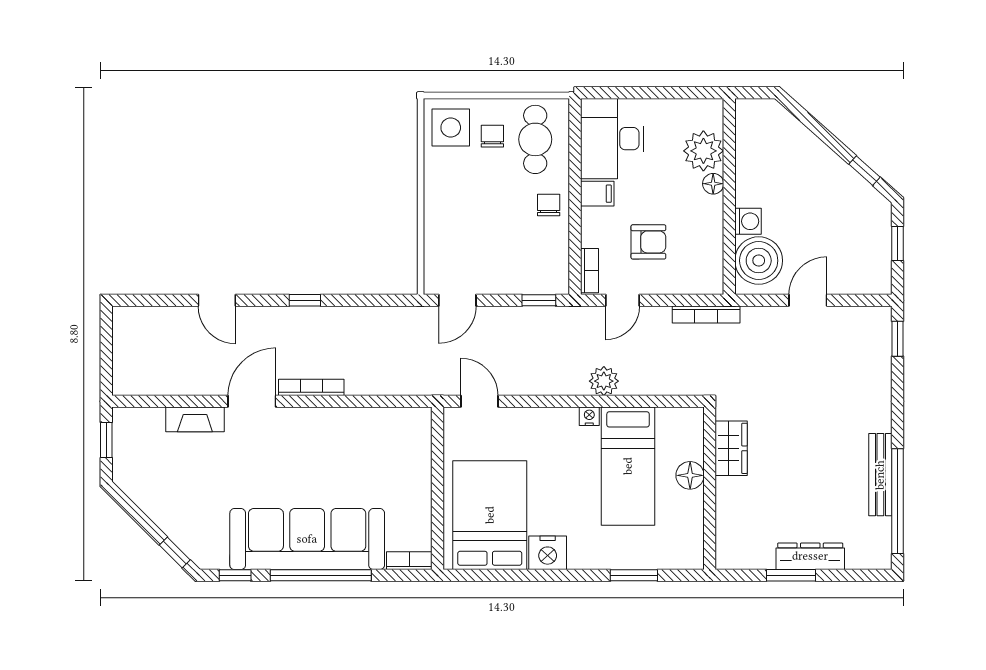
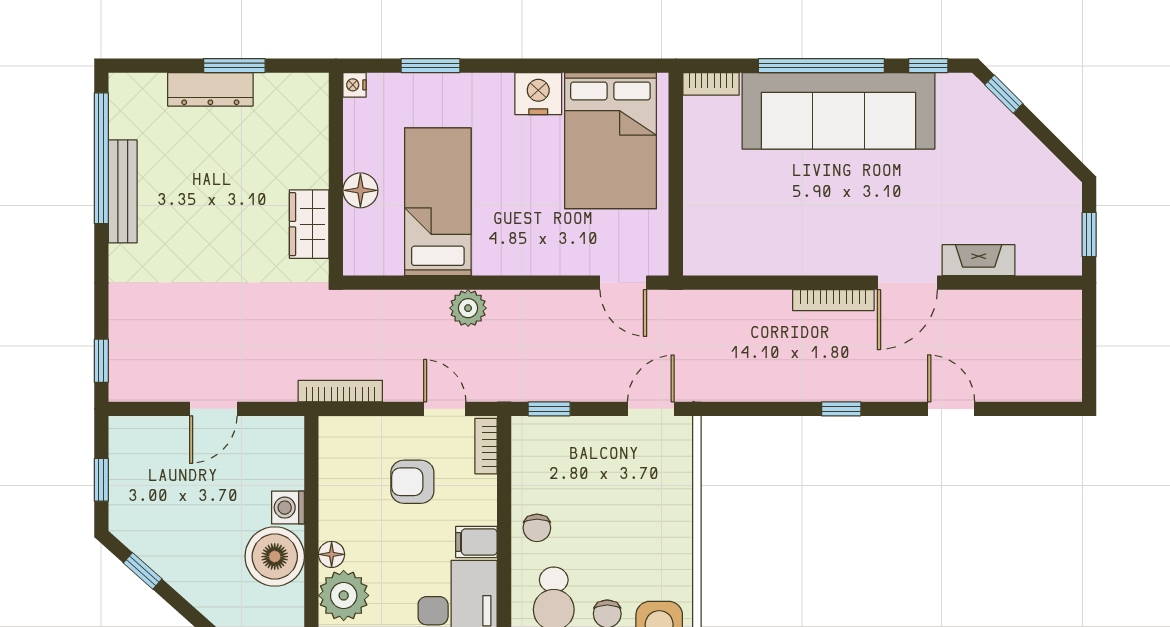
boiler: (759, 261) -> (275, 557), moved
door: (623, 300) -> (445, 409), hinge flipped
nightstand: (589, 416) -> (355, 85), moved, turned 90

